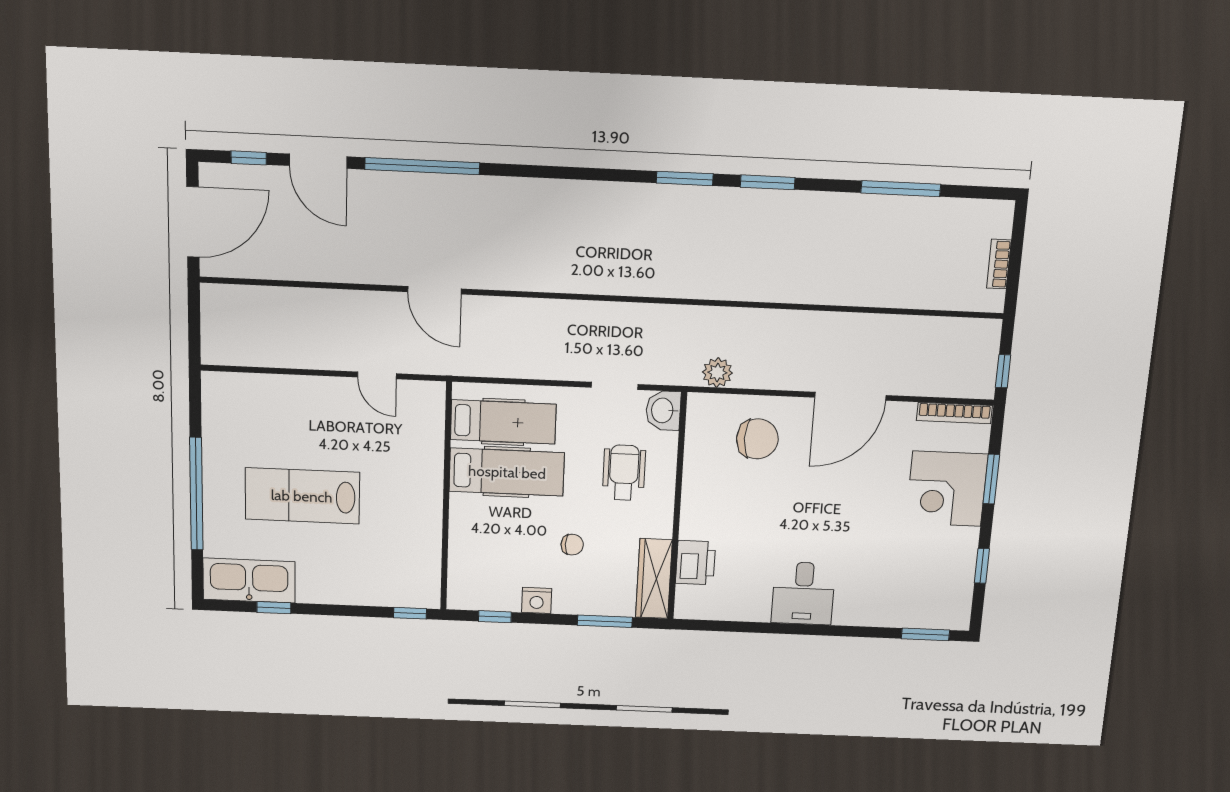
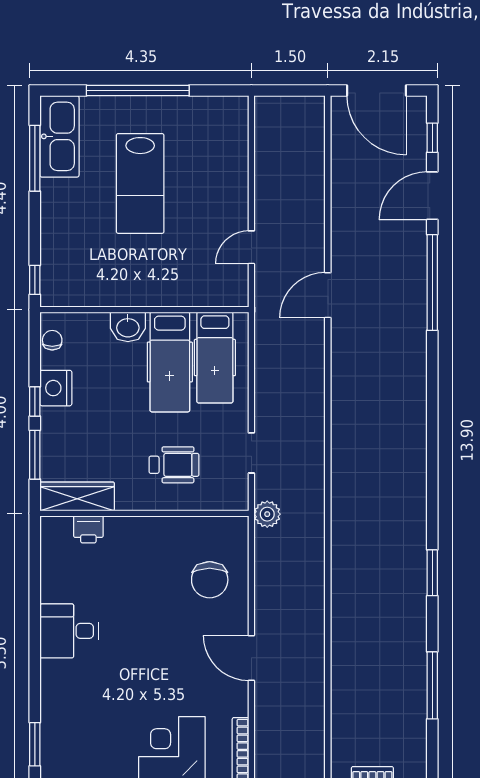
window: (685, 178) -> (432, 503), removed
plant: (717, 373) -> (267, 514), moved
door: (850, 396) -> (251, 658), width x0.73
washbasin: (663, 410) -> (128, 327), moved, turned 180
lab bench: (302, 496) -> (140, 183), turned 180
chair: (572, 545) -> (52, 340), moved, turned 180
printer: (695, 563) -> (88, 529), width x0.73, depth x0.81
nightstand: (537, 600) -> (56, 388), width x1.36, depth x1.33
window: (274, 608) -> (35, 158), width x2.17
window: (495, 617) -> (35, 401), moved

